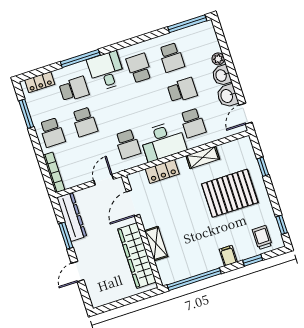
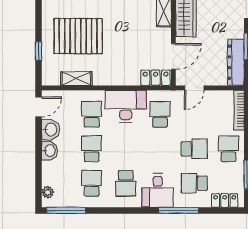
plant: (218, 59) -> (48, 192), moved
school desk: (182, 90) -> (92, 149), turned 90
school desk: (85, 122) -> (194, 149), turned 90
shelving: (203, 157) -> (76, 79), moved
locker: (162, 171) -> (156, 78), moved

